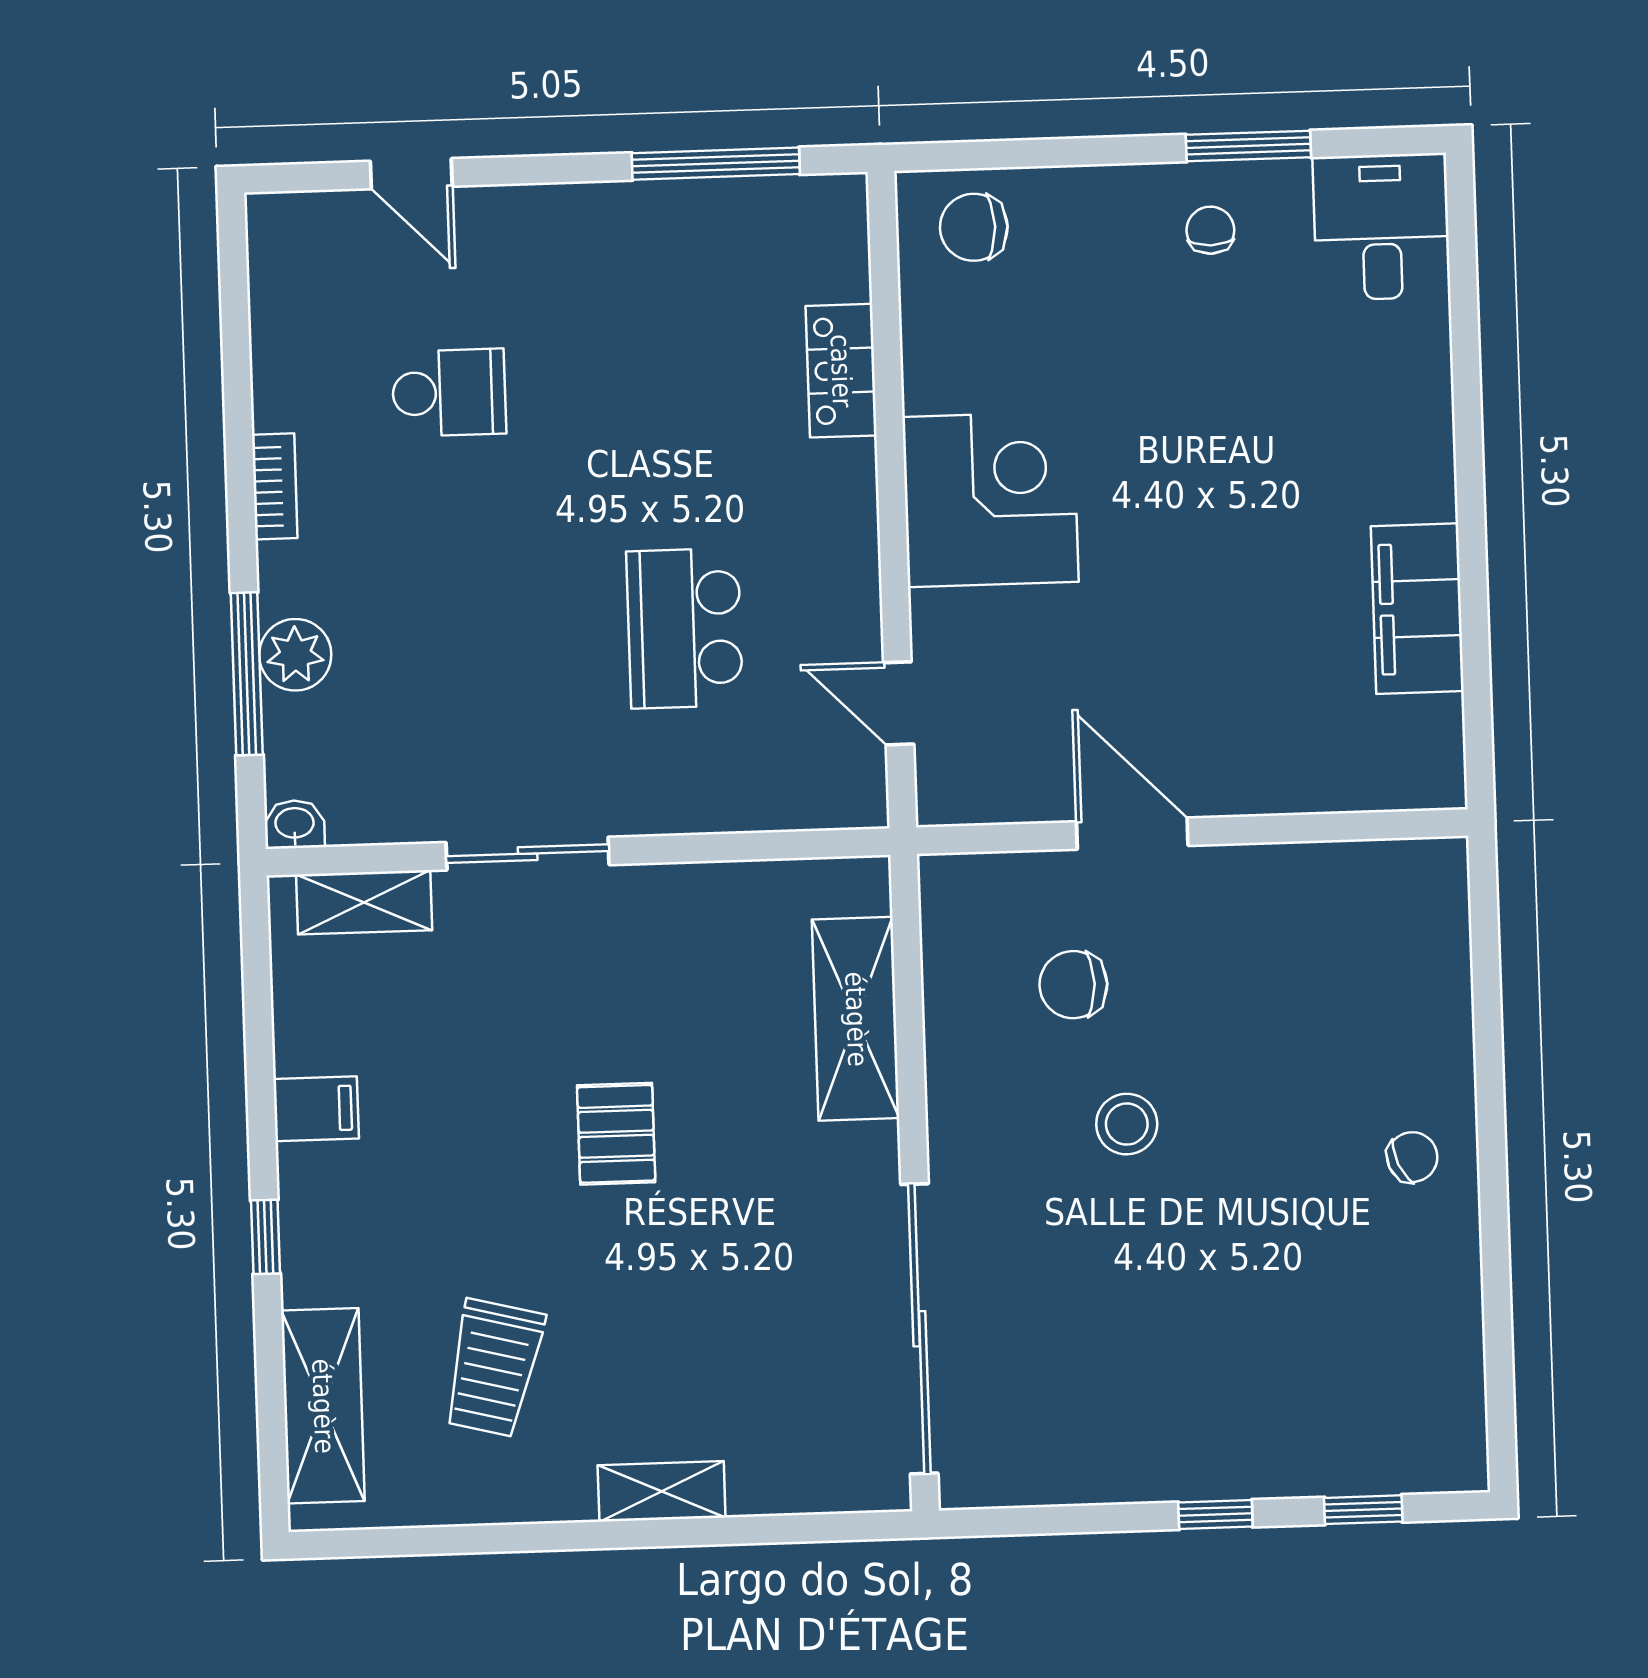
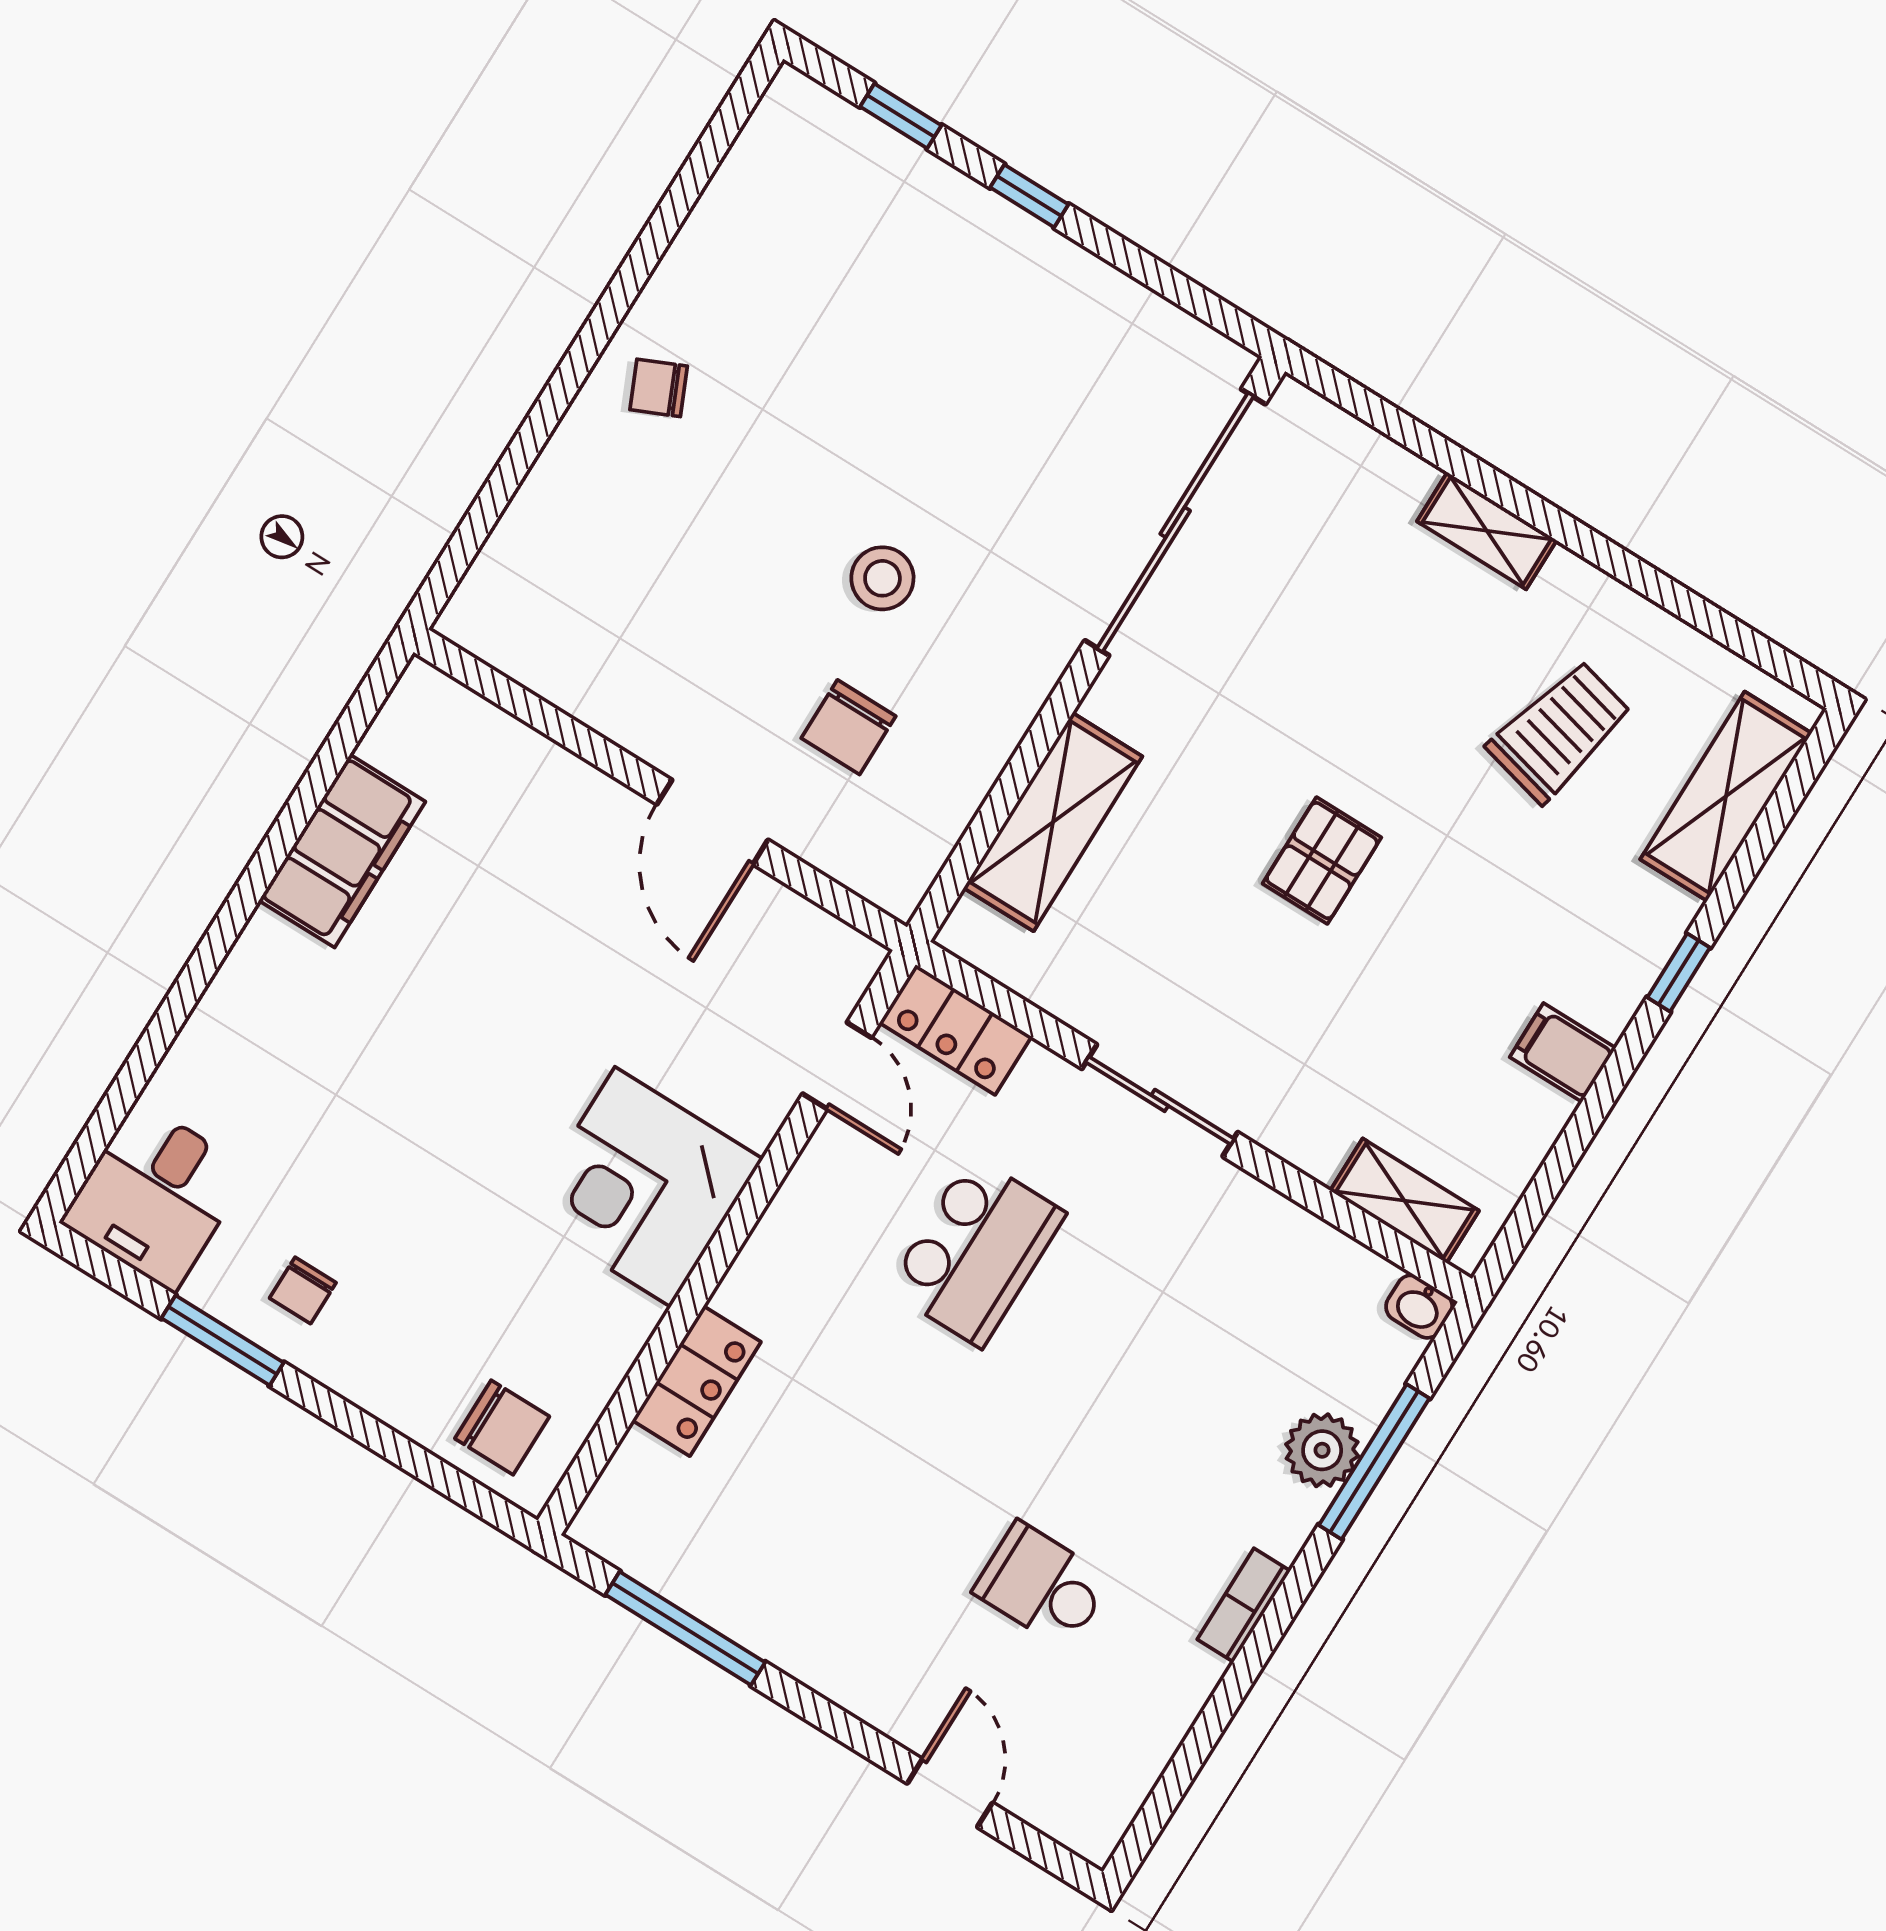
locker: (822, 797) -> (955, 1030), added
sliding door: (528, 854) -> (1160, 1100), moved
chair: (1073, 985) -> (848, 727), turned 90

